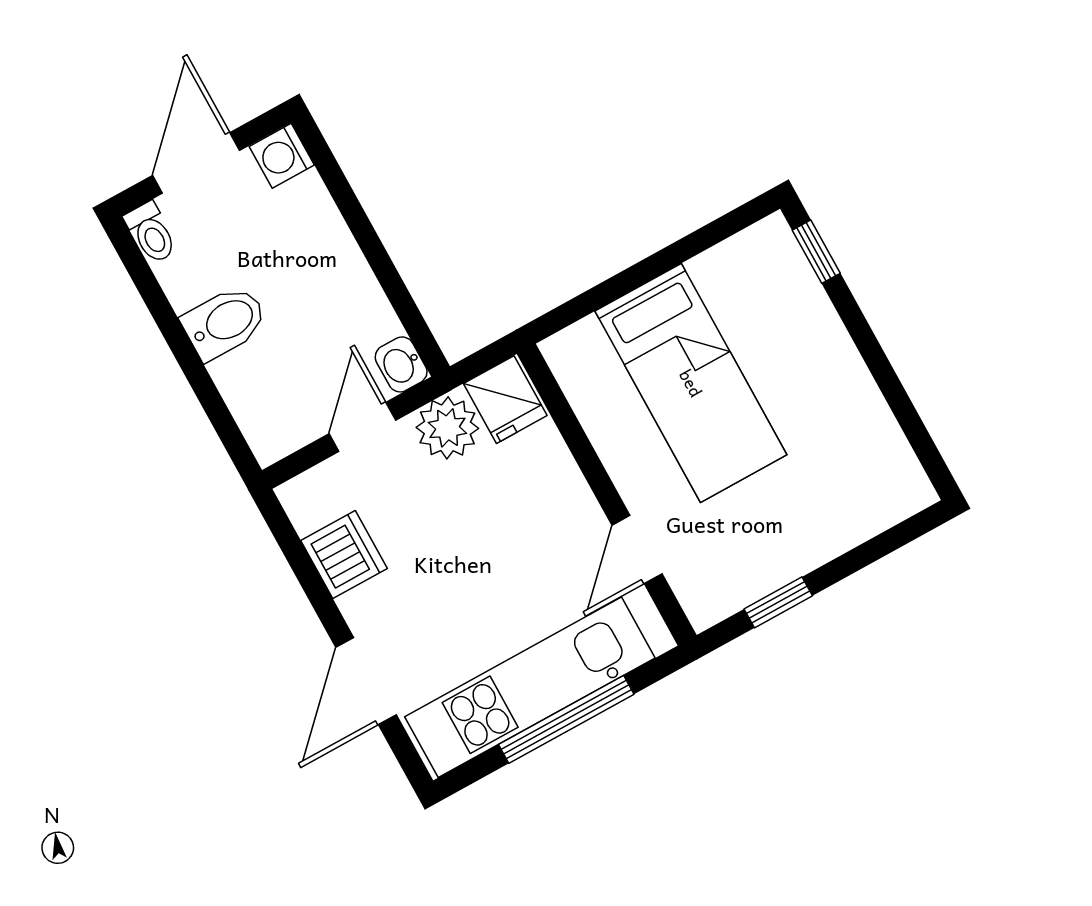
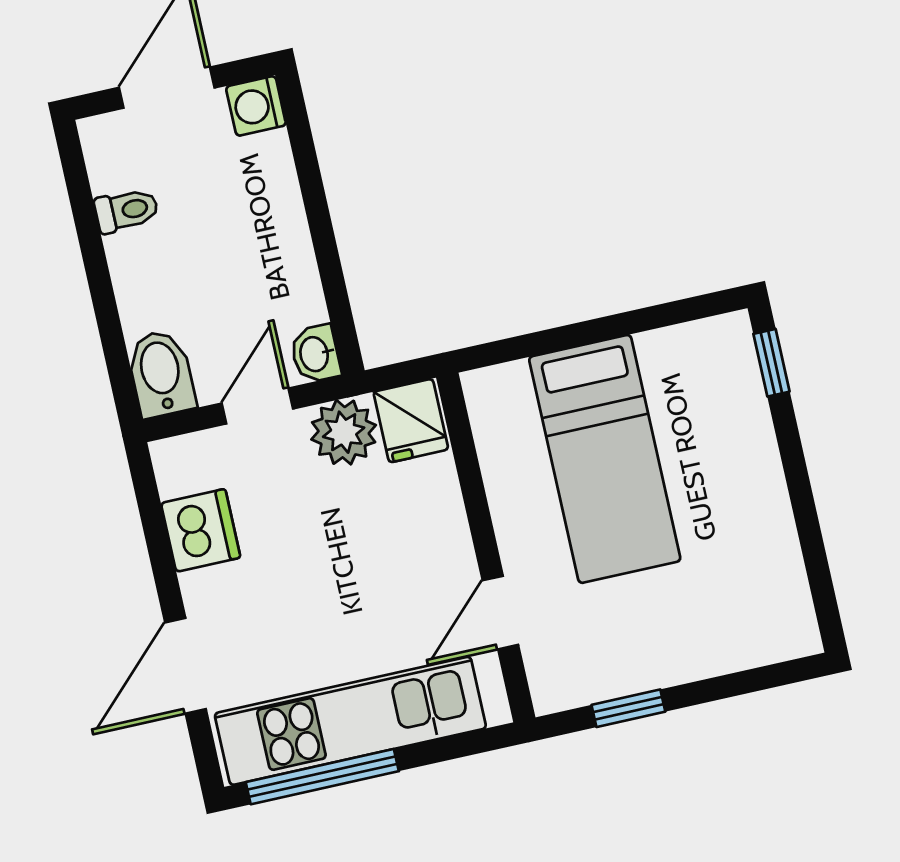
toilet: (151, 233) -> (126, 210), moved, turned -90
bidet: (225, 322) -> (161, 374), moved, turned -90
window: (566, 719) -> (322, 777), moved

